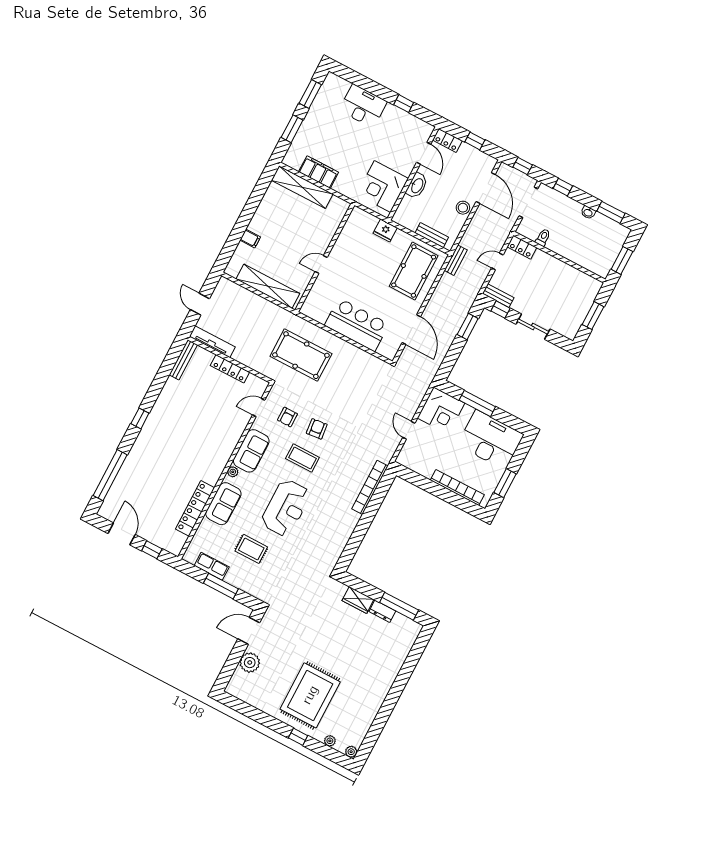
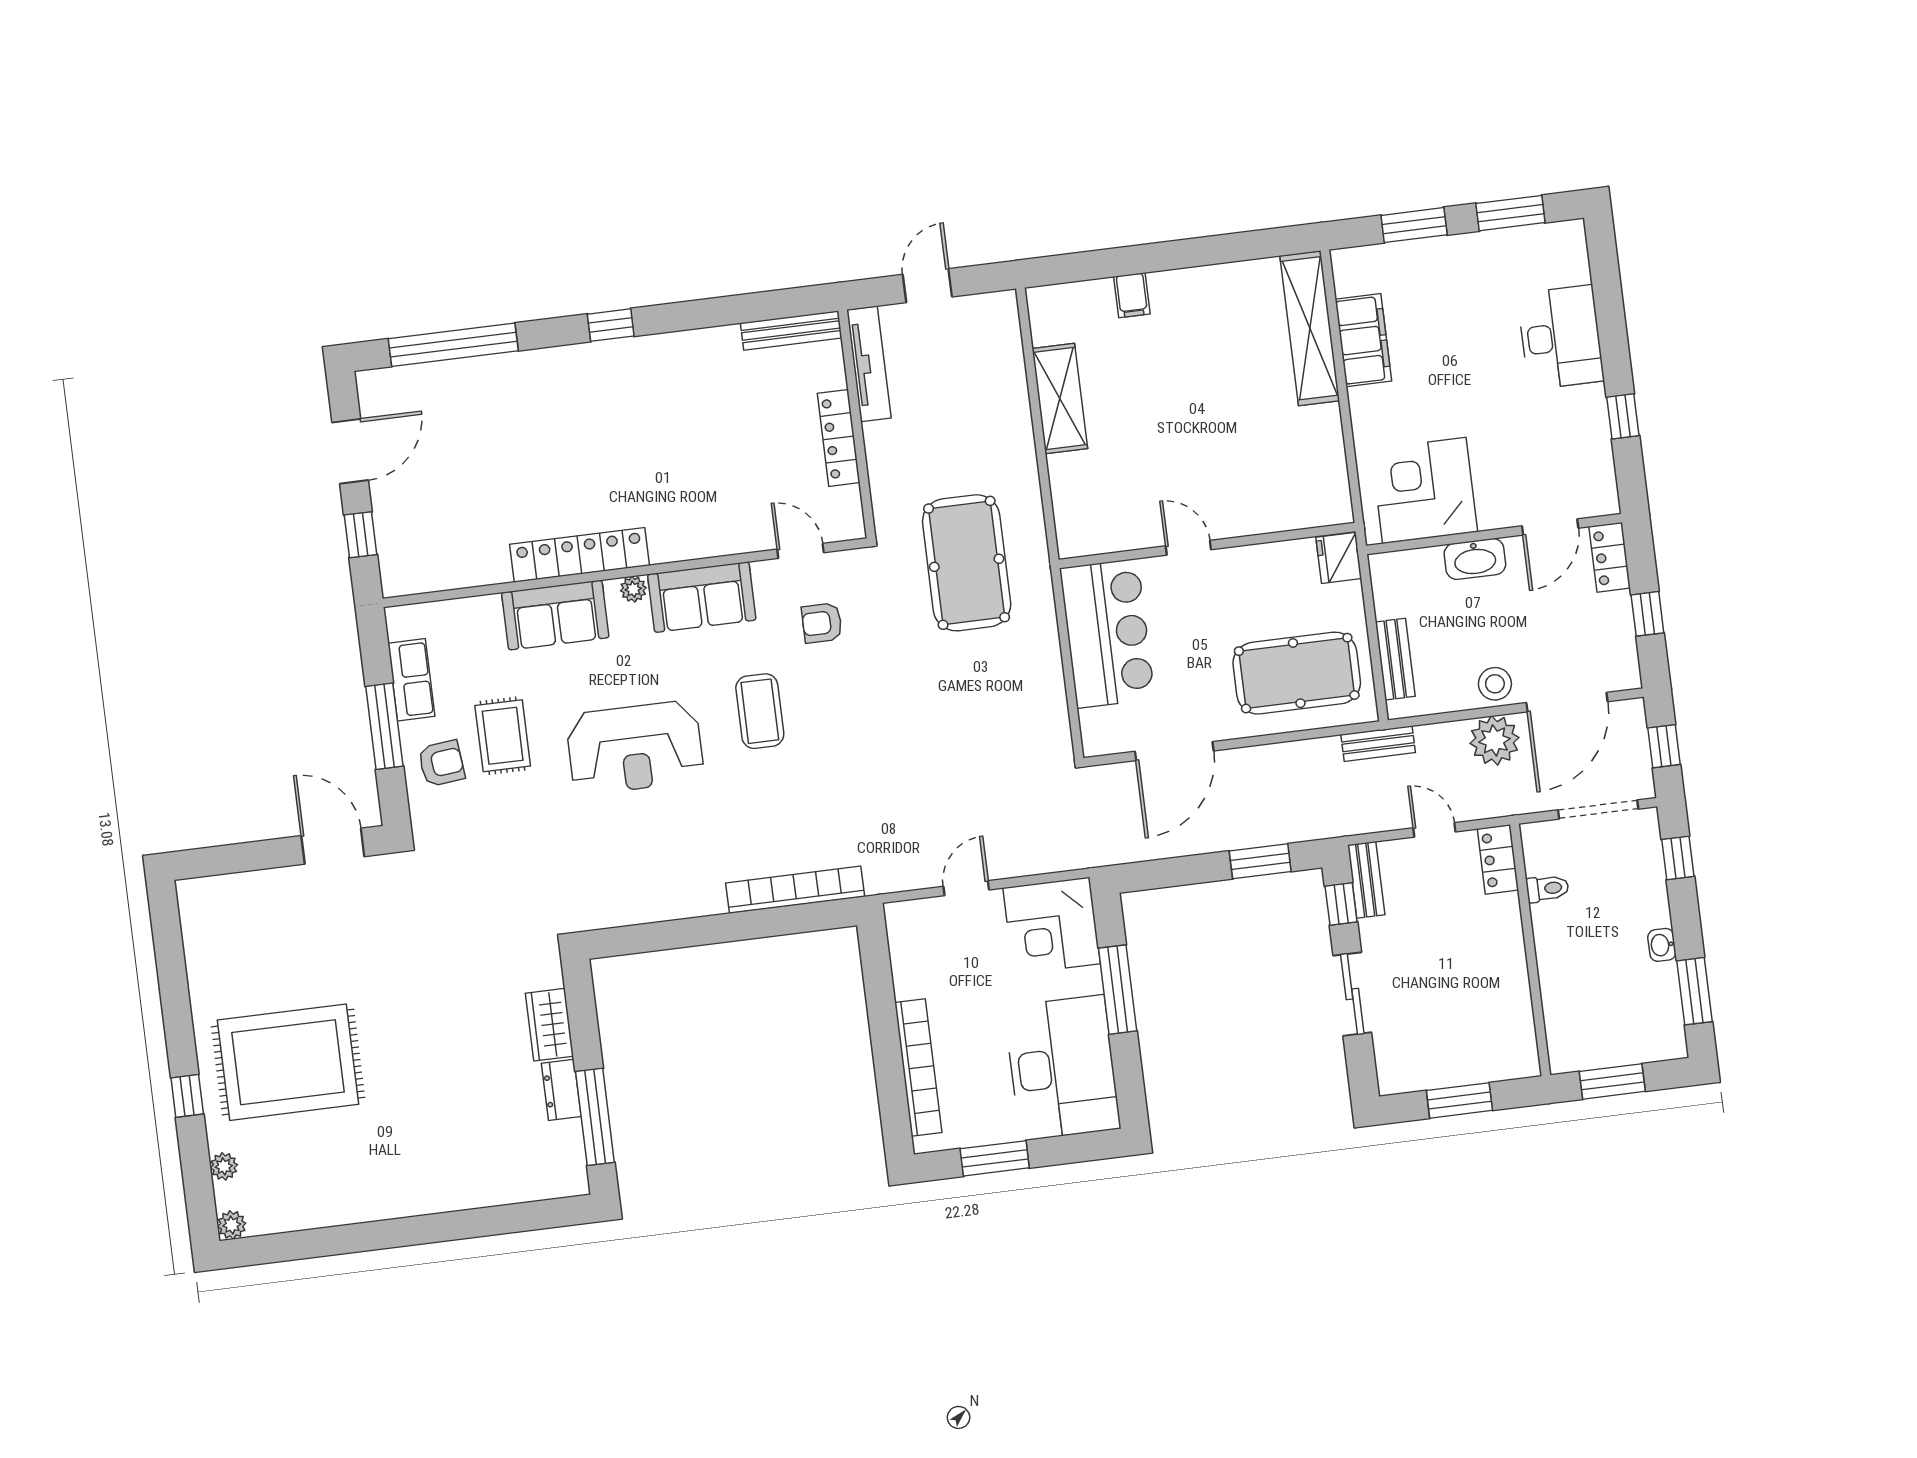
wall: (325, 258) -> (1207, 545), moved
door: (321, 264) -> (1188, 548), moved
shelving: (268, 286) -> (1060, 398), width x0.68
armchair: (317, 429) -> (441, 763), moved
locker: (195, 508) -> (579, 555), moved
plant: (250, 663) -> (1495, 740), moved

